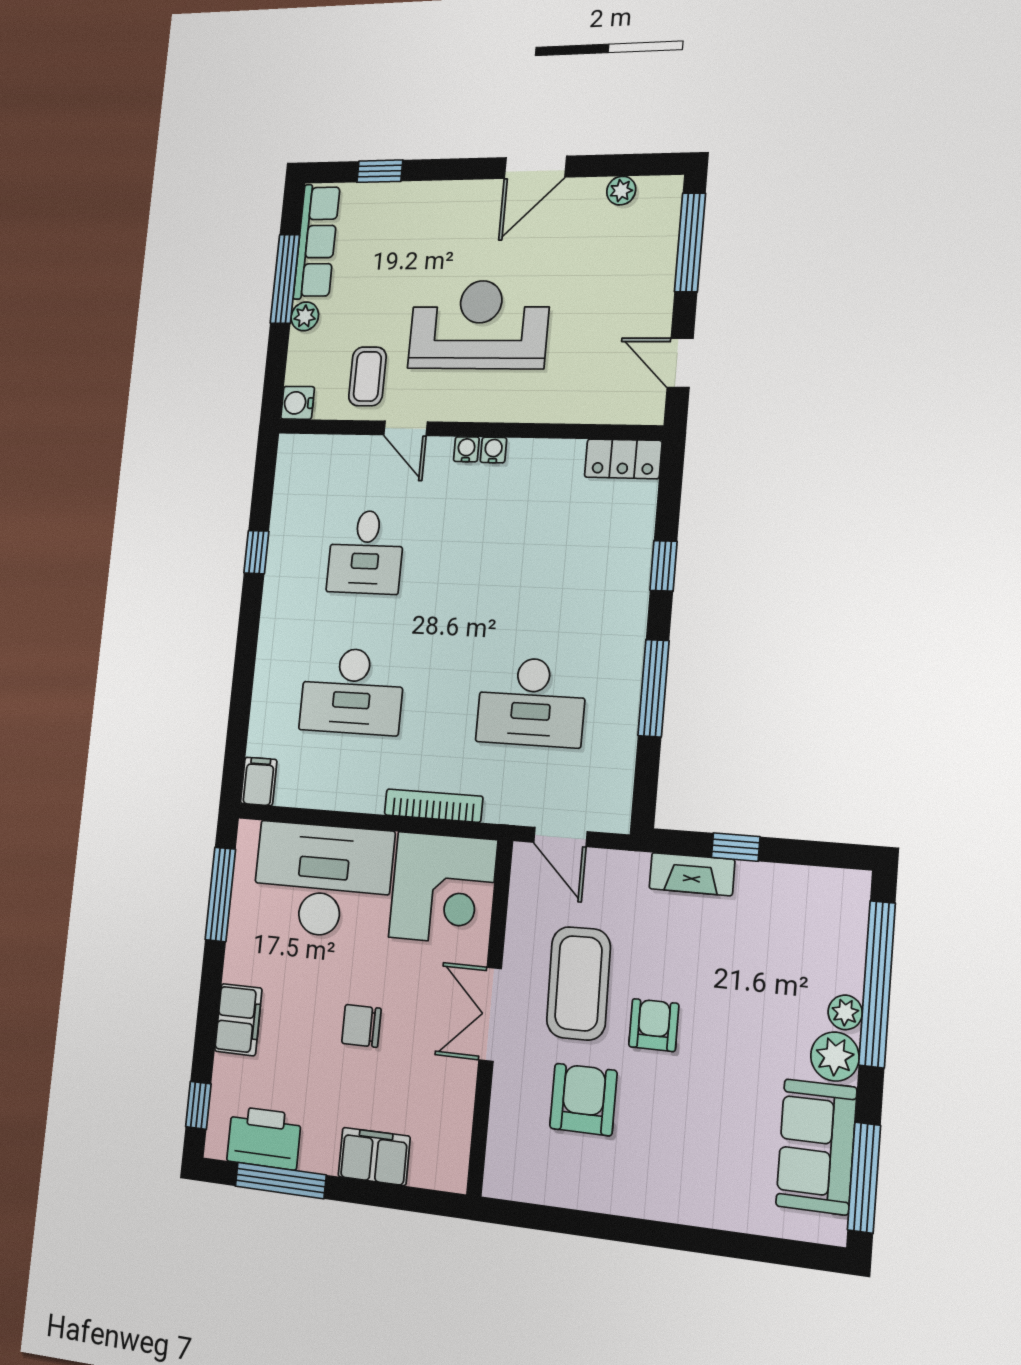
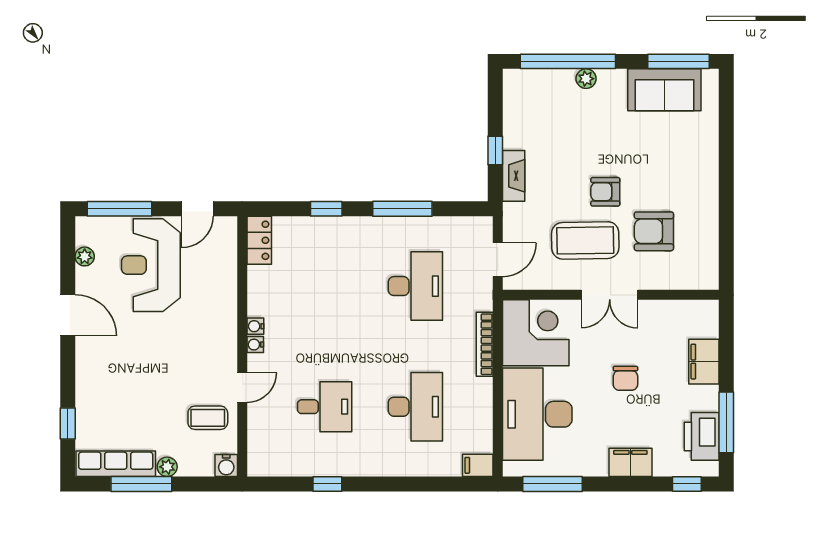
reception desk: (479, 325) -> (151, 265), moved
plant: (835, 1057) -> (612, 83), removed

